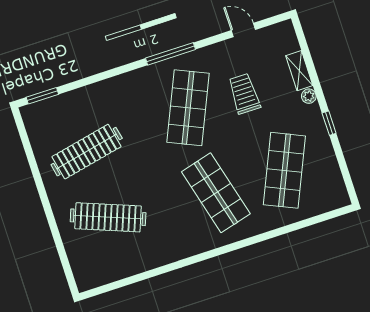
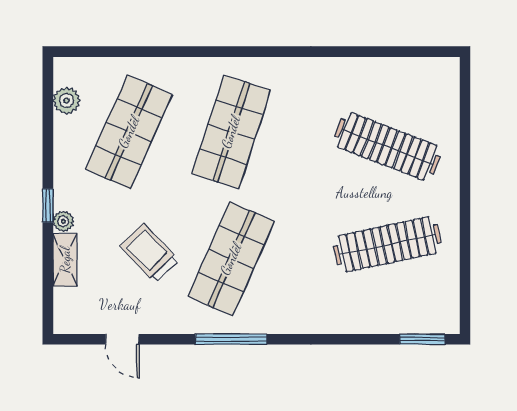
trolley: (244, 94) -> (149, 253), turned 136
window: (329, 123) -> (48, 205), moved
plant: (333, 178) -> (66, 101), added
shop shelf: (216, 193) -> (231, 132), turned 33

